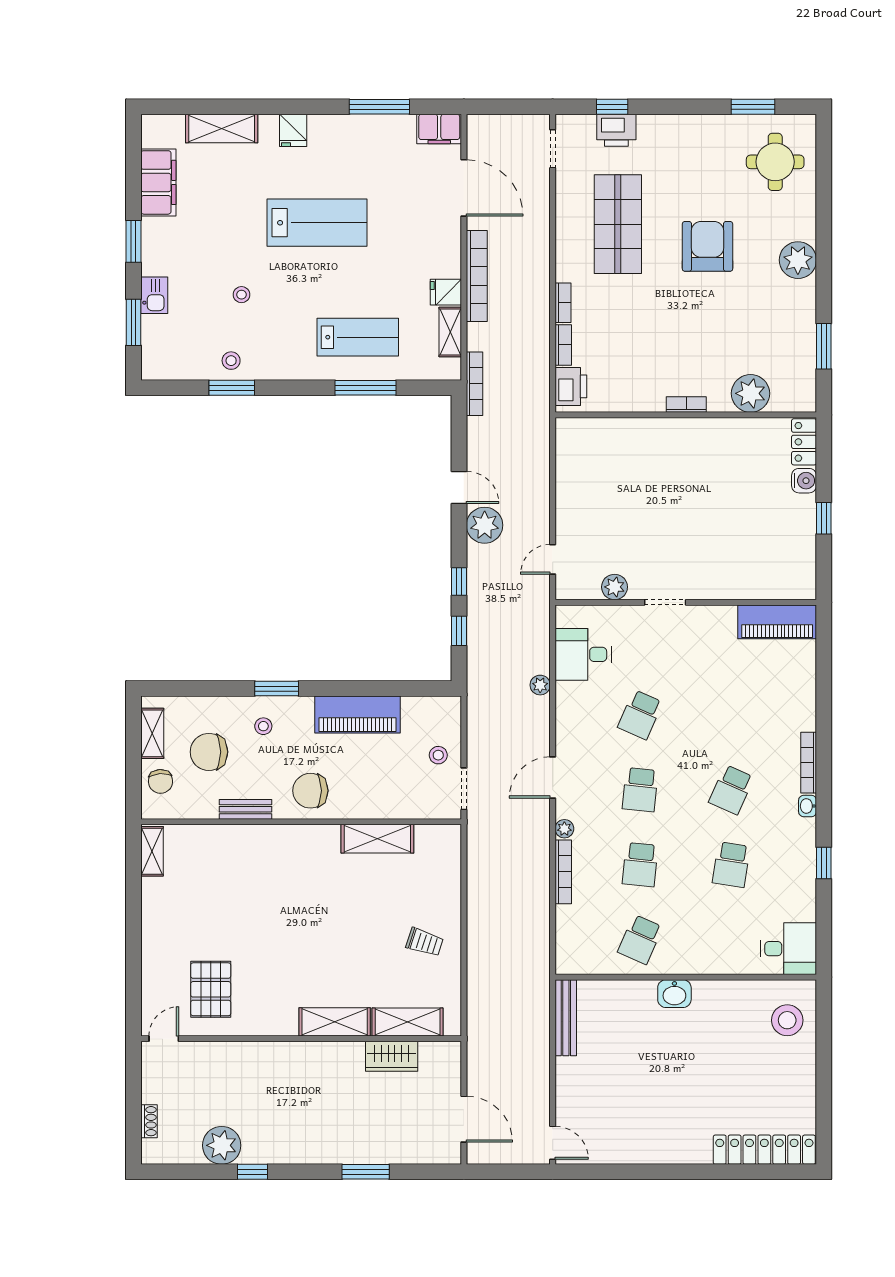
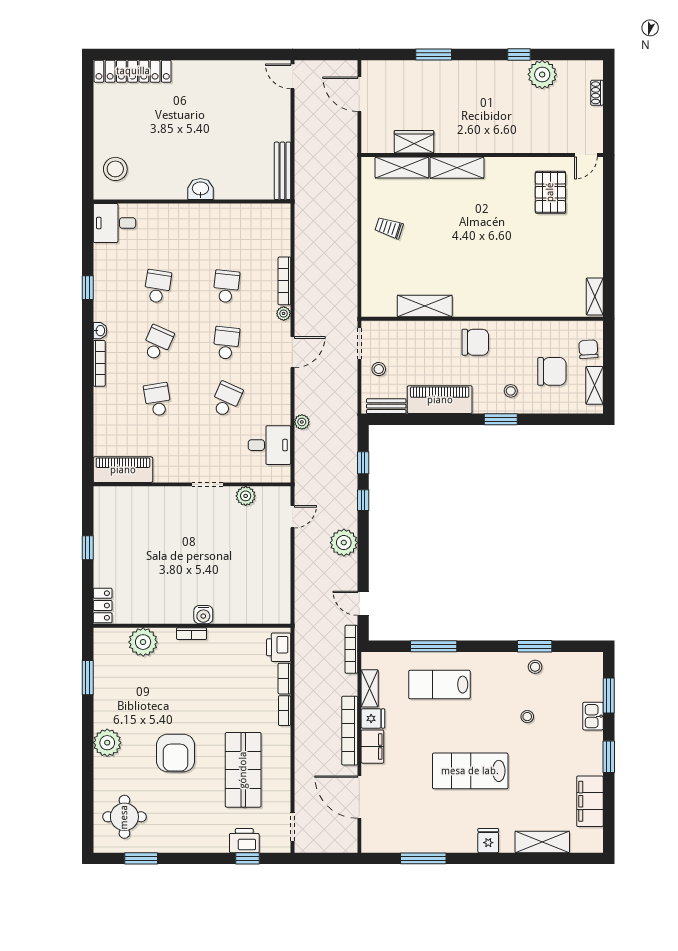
filing cabinet: (439, 129) -> (372, 747), moved, turned 90
water cooler: (804, 481) -> (203, 615), moved, turned -90
door: (459, 487) -> (363, 603), moved
bench: (245, 809) -> (386, 406), moved
school desk: (640, 940) -> (158, 399), moved, turned -33

